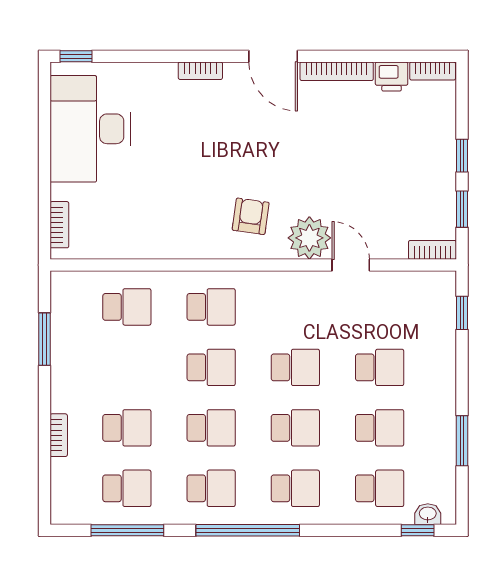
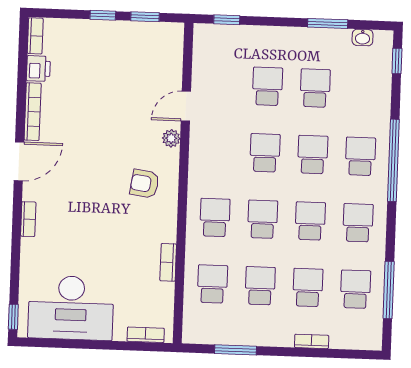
plant: (309, 238) -> (171, 138), width x0.53, depth x0.53
bookcase: (432, 250) -> (168, 262), moved
school desk: (380, 488) -> (260, 286), moved
washbasin: (428, 514) -> (363, 37), moved, turned -90
window: (248, 530) -> (393, 160), moved

